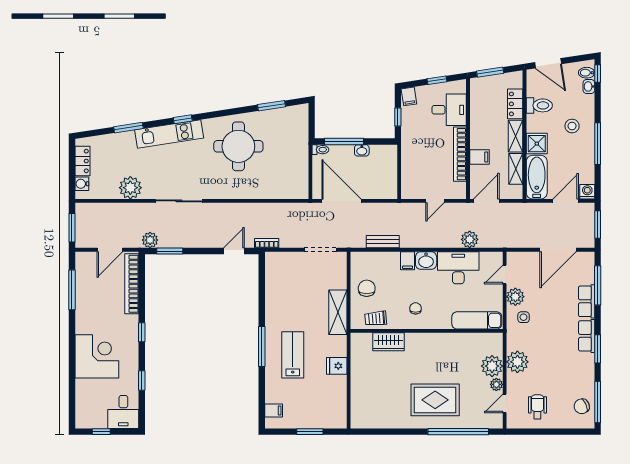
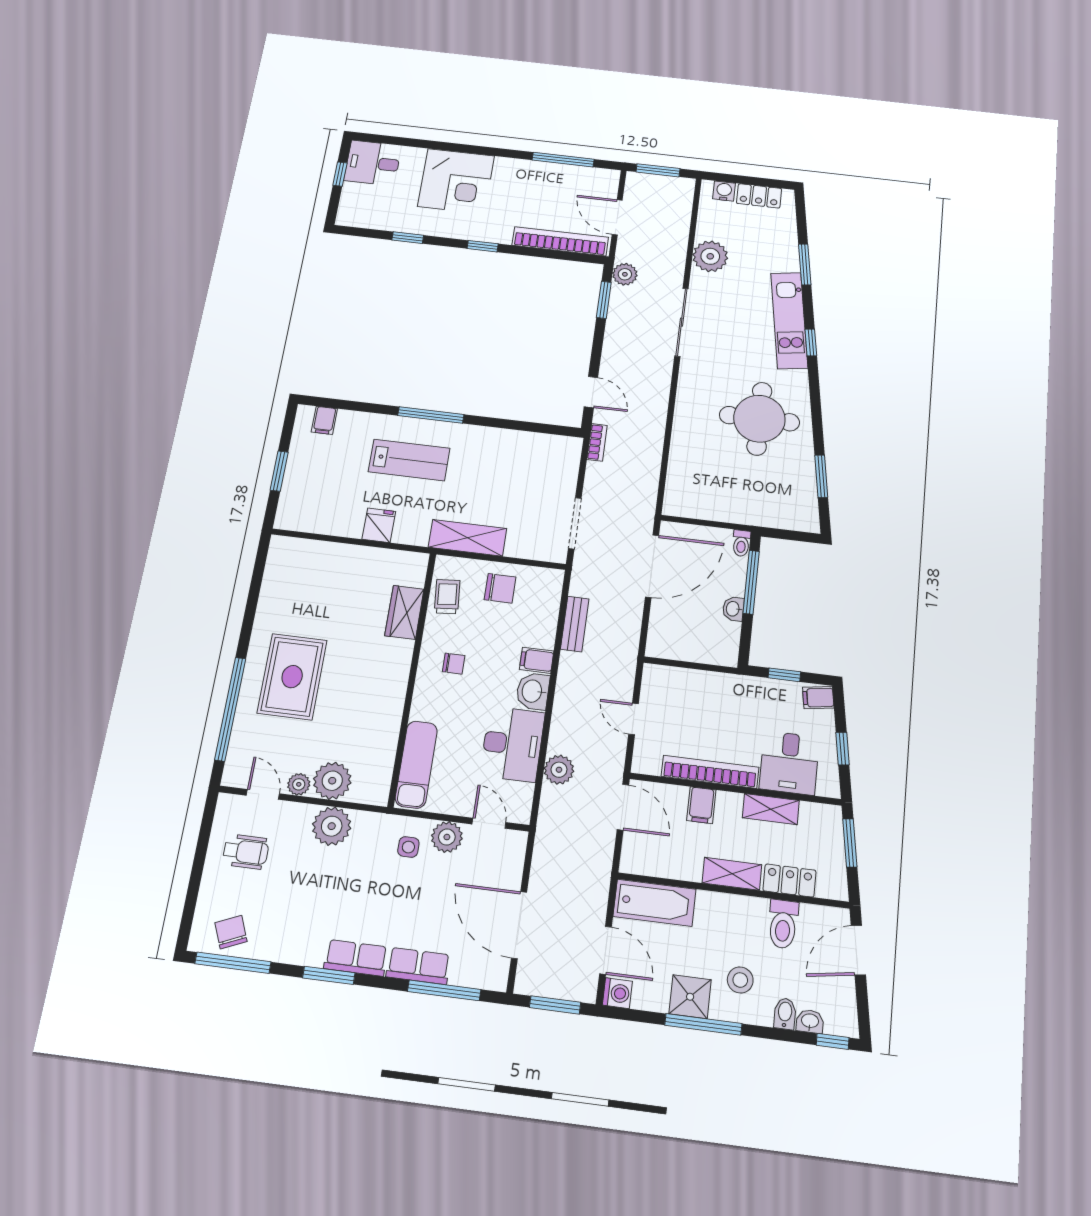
bidet: (587, 73) -> (785, 1014), moved
shower: (537, 144) -> (690, 997), moved
shelving: (516, 169) -> (771, 809), moved
desk: (123, 412) -> (373, 163), moved

